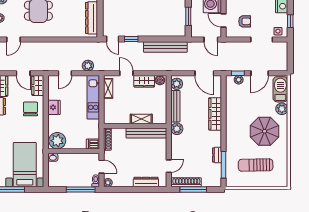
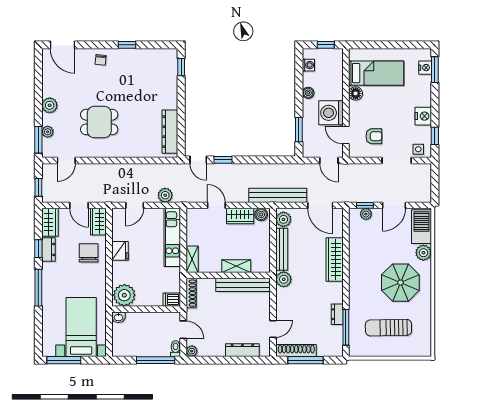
bench: (165, 47) -> (278, 195), moved
shelving: (108, 88) -> (192, 259), moved

